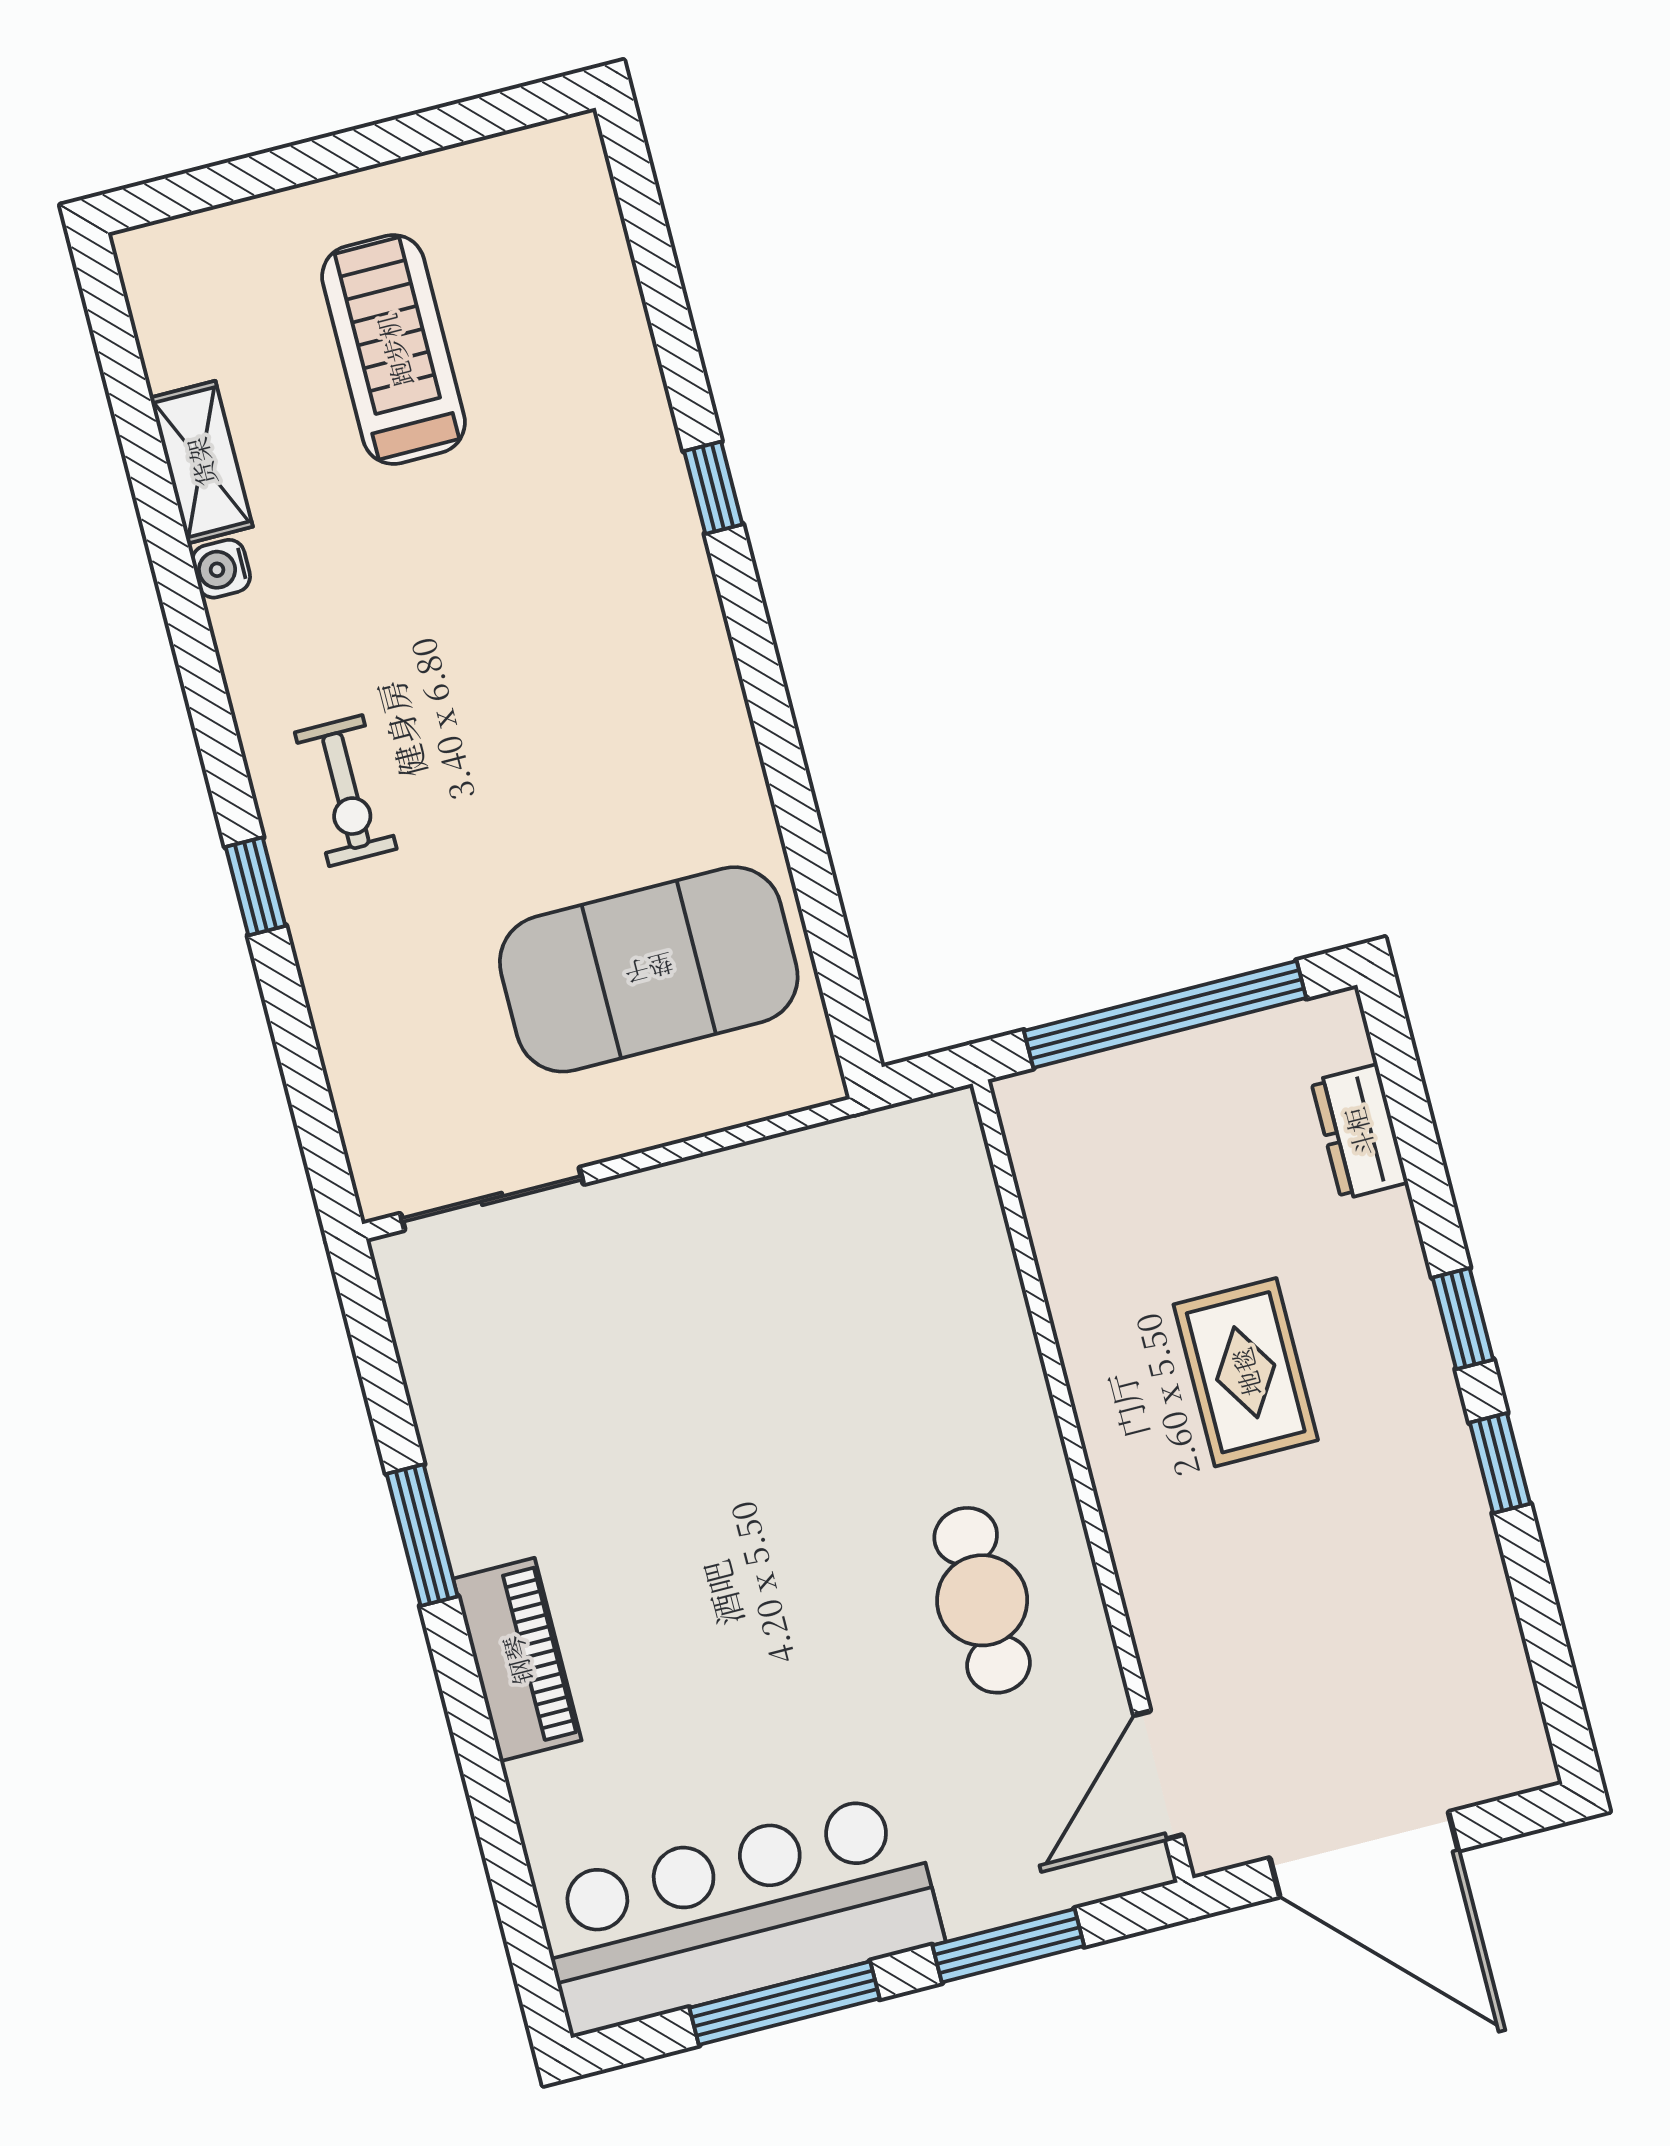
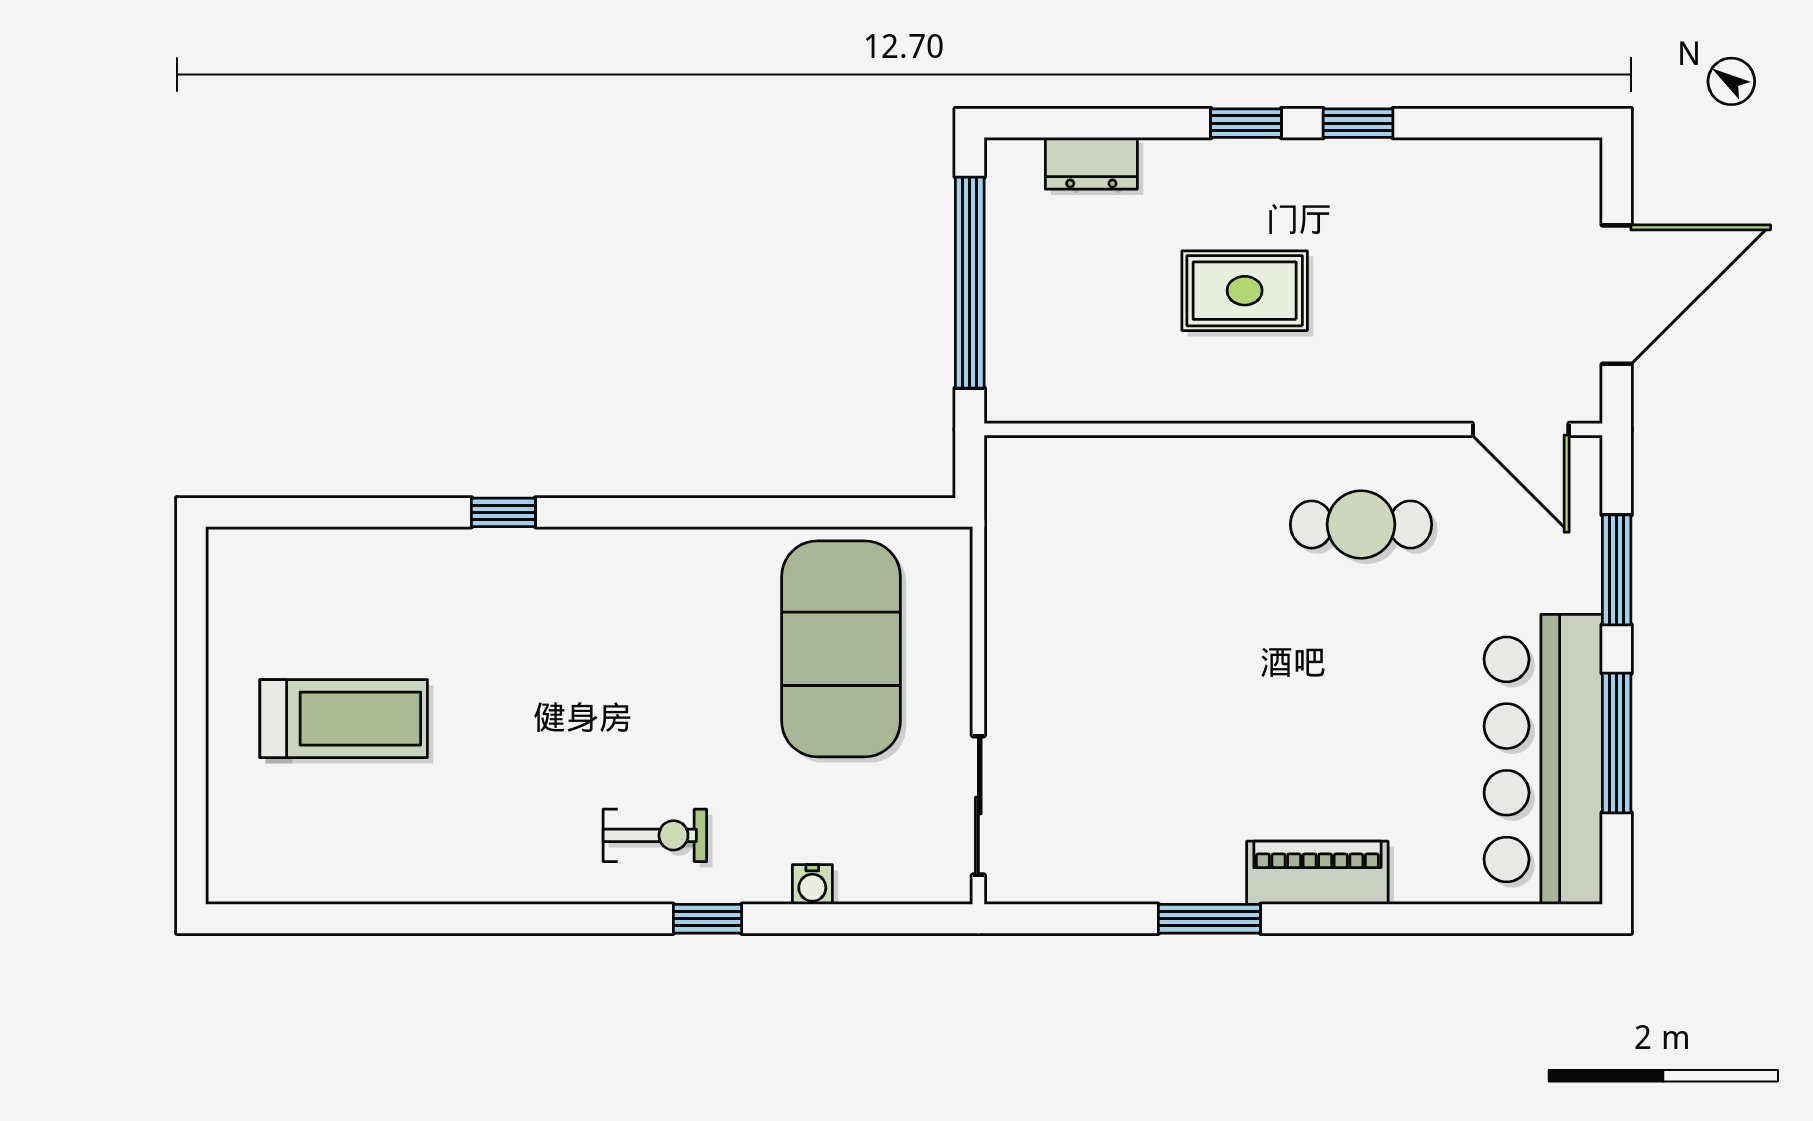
treadmill: (394, 350) -> (344, 719), turned 180
shelving: (201, 462) -> (390, 879), removed
water cooler: (221, 569) -> (812, 884), moved

